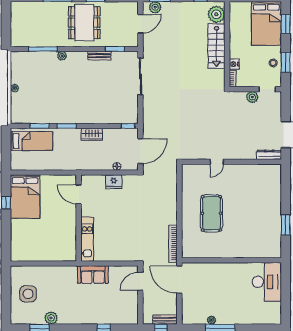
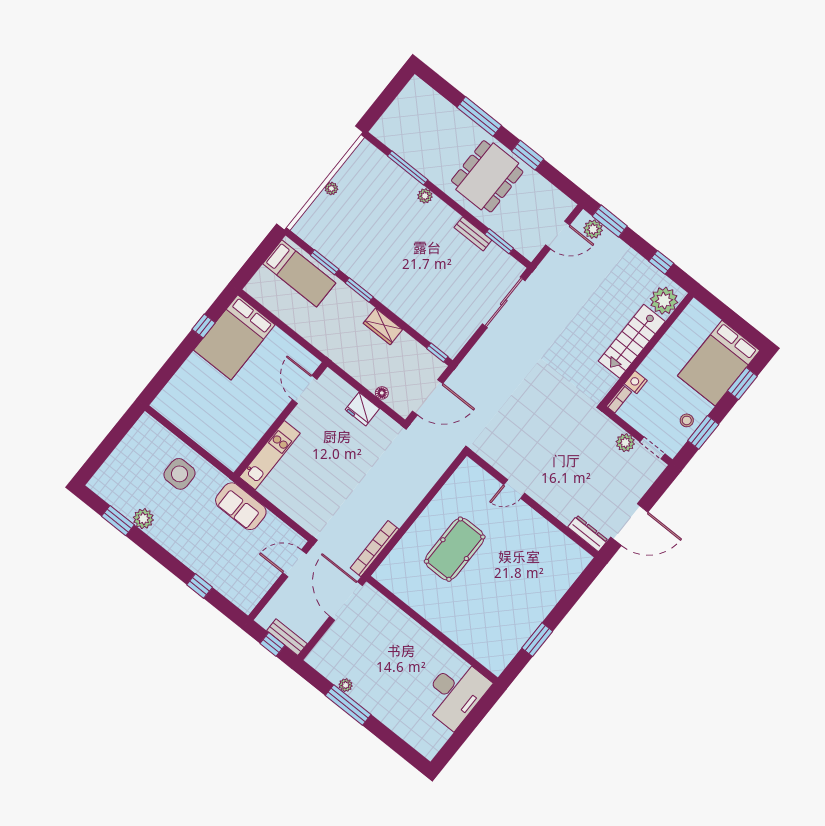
side table: (28, 294) -> (180, 474), moved

